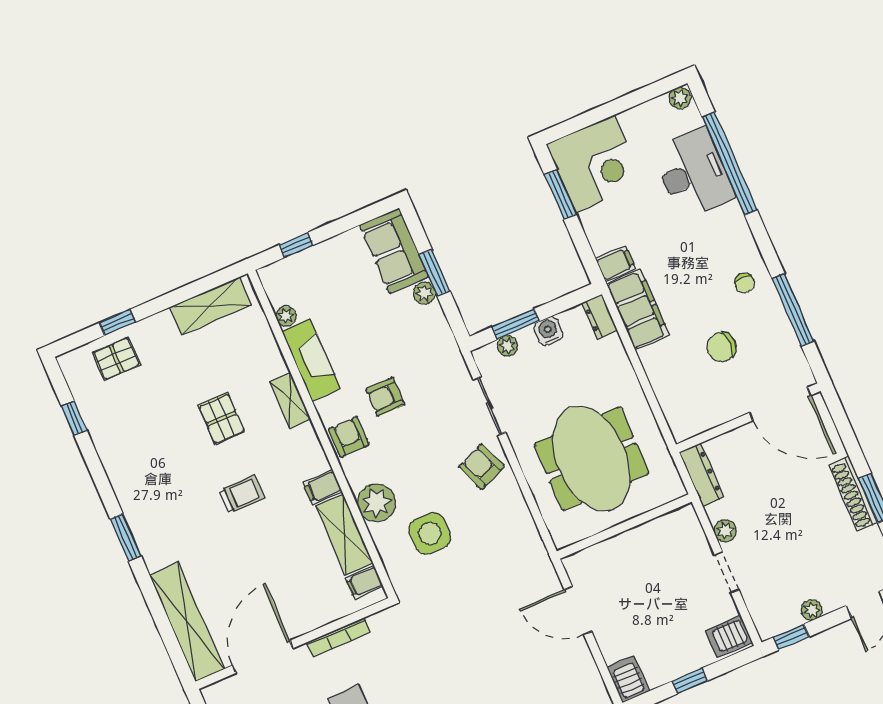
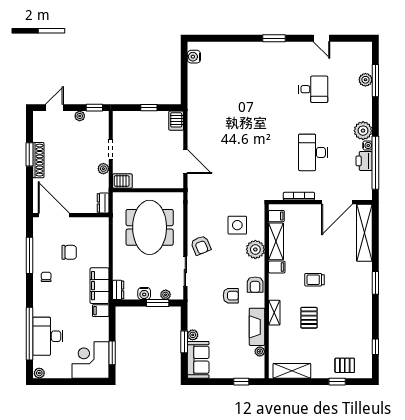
dresser: (702, 475) -> (103, 203), width x0.70
server rack: (729, 636) -> (122, 181), moved

